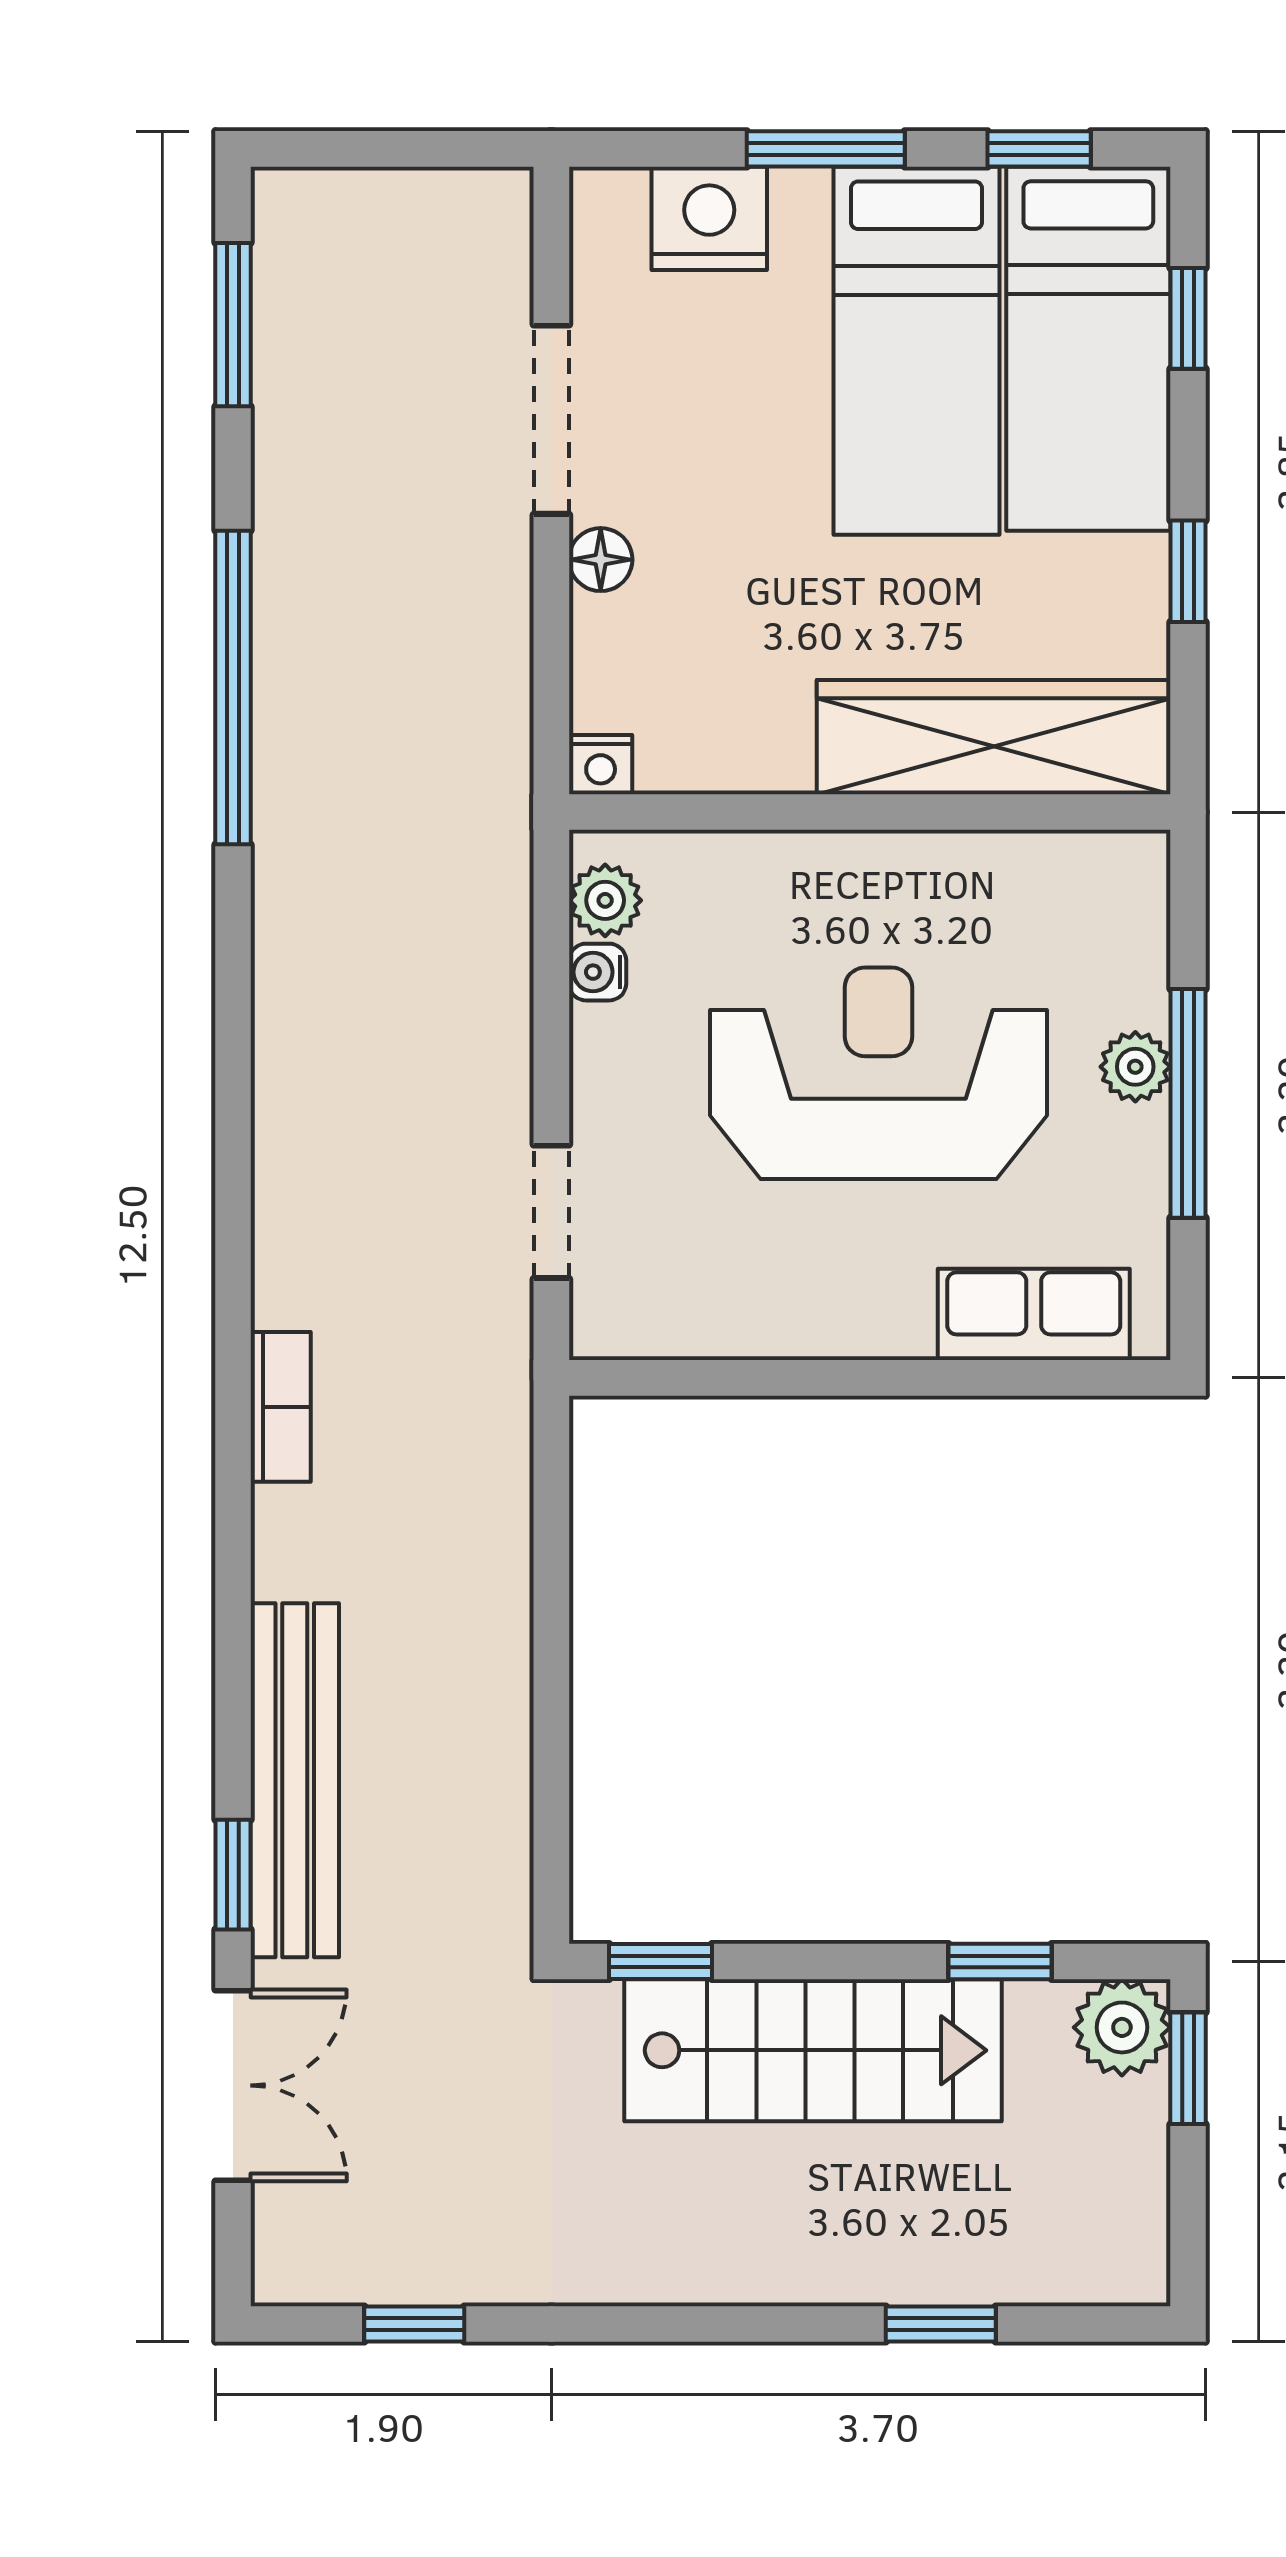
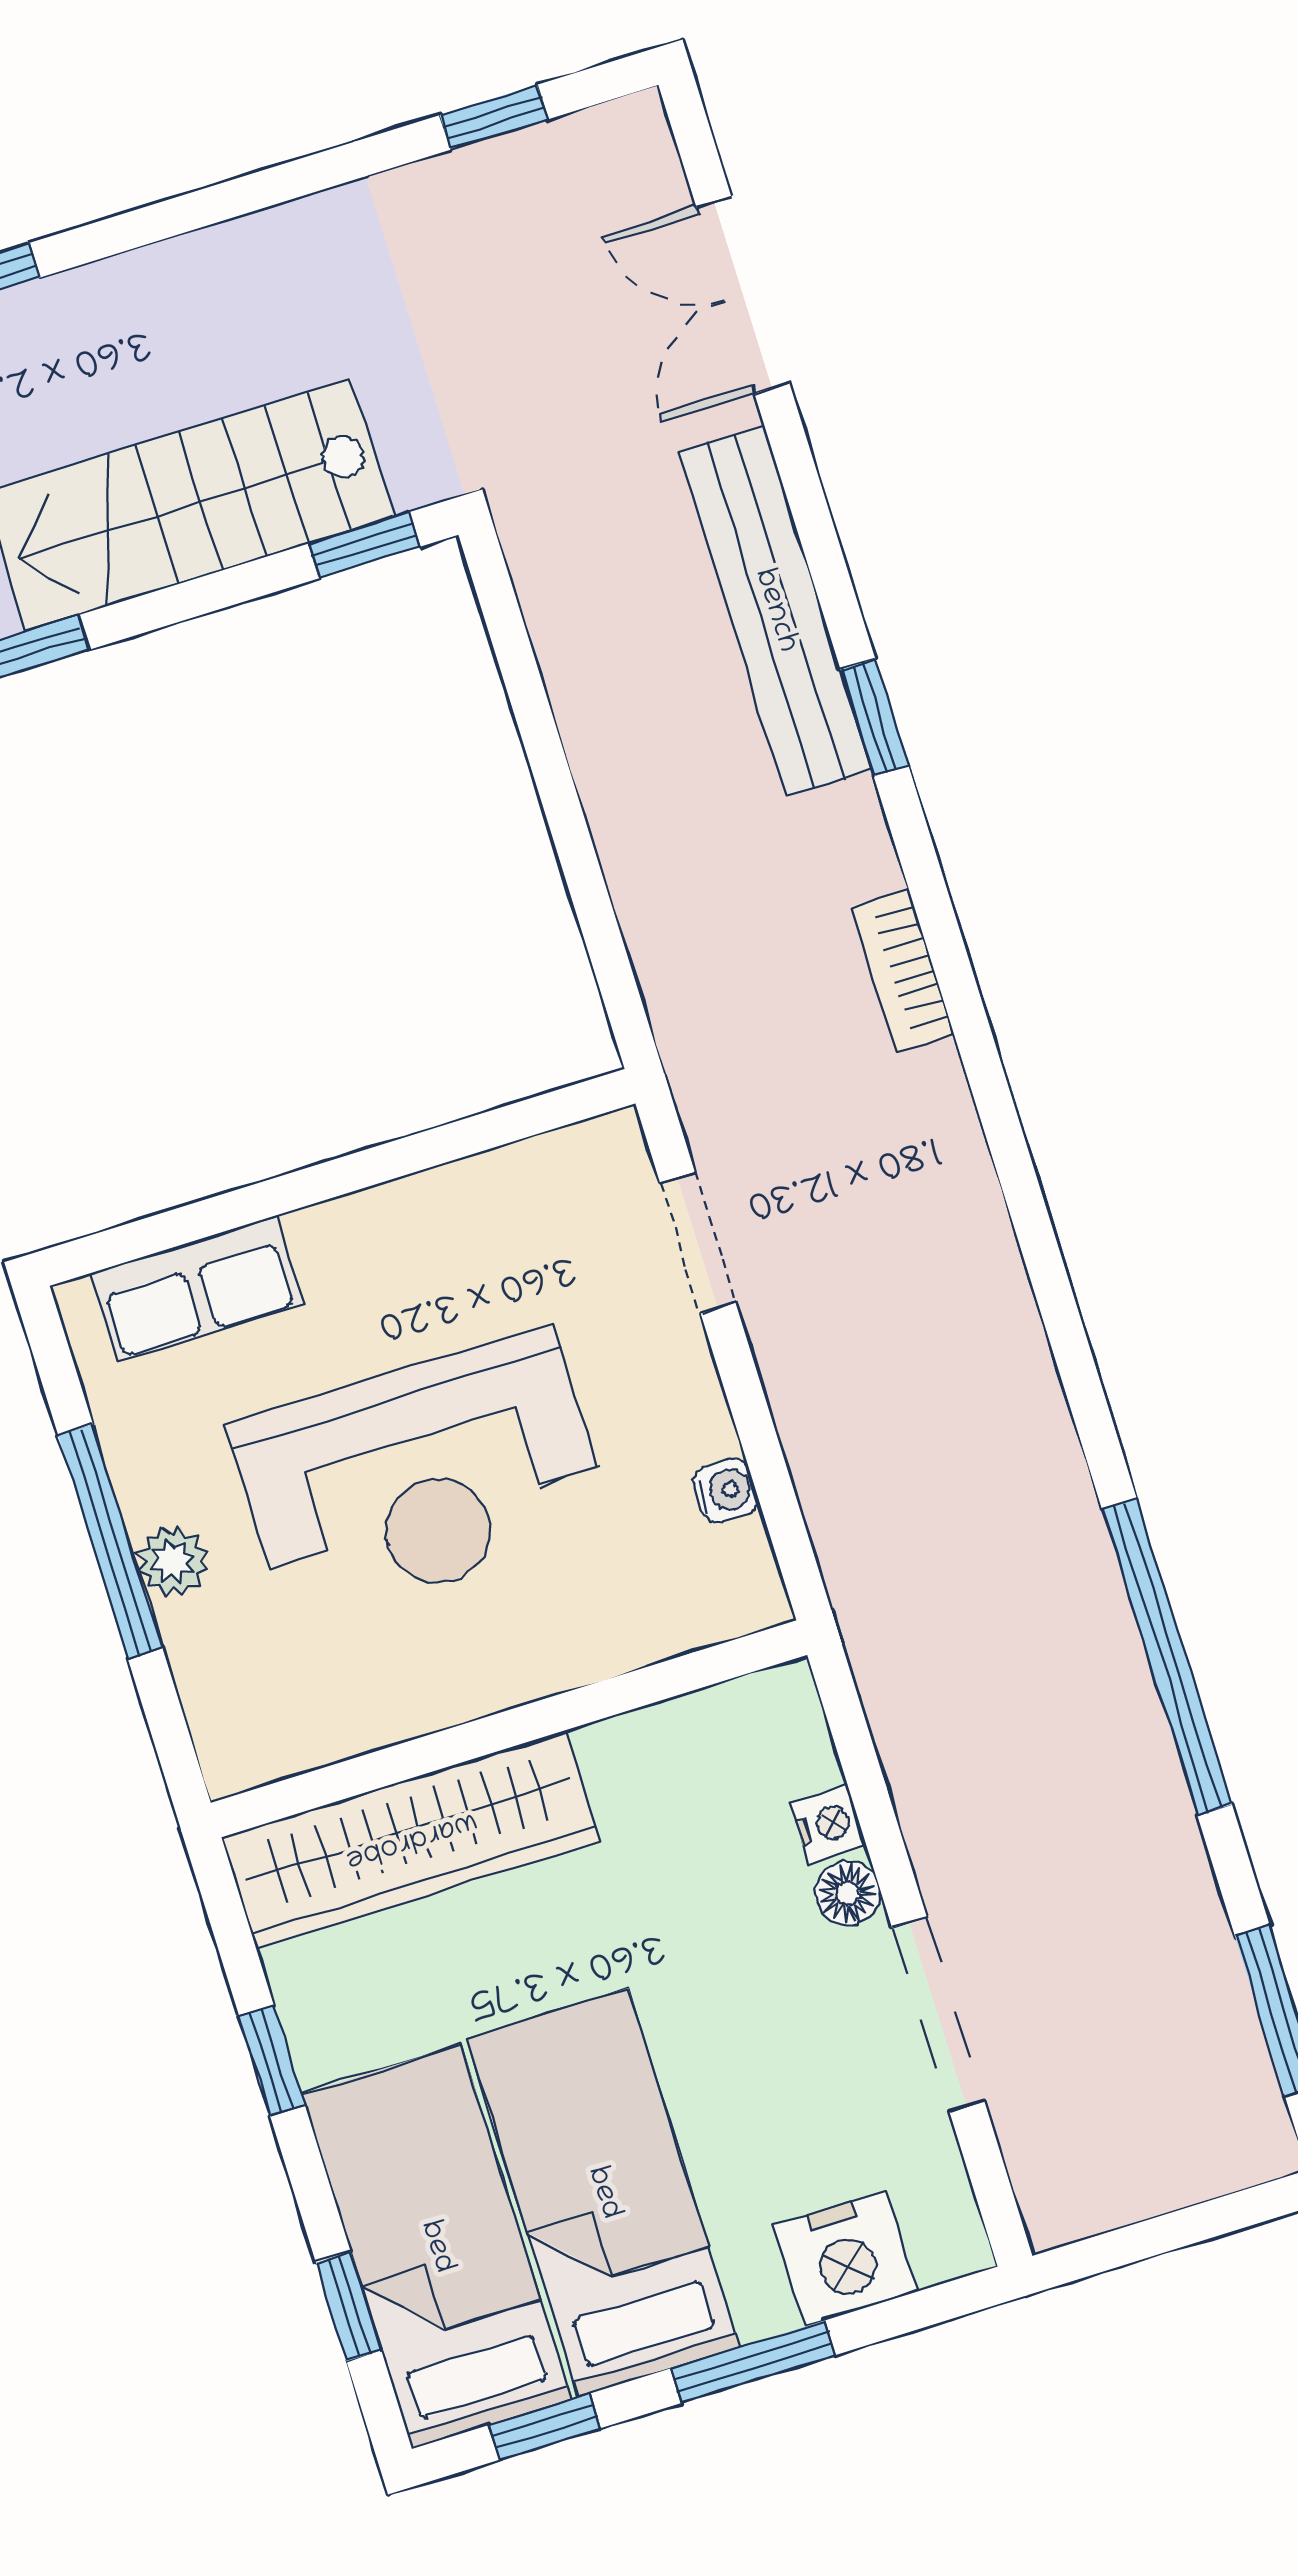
nightstand: (601, 765) -> (828, 1824), moved, turned 90
plant: (605, 900) -> (740, 1563), removed
window: (233, 1875) -> (874, 718), moved

